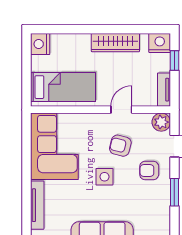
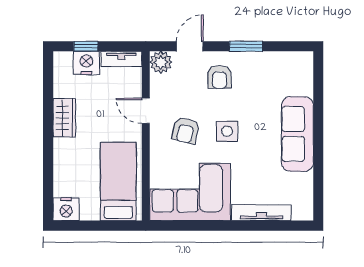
wardrobe: (115, 43) -> (64, 118), width x0.67
nightstand: (160, 43) -> (86, 63), moved, turned 90
armchair: (120, 146) -> (186, 130), moved

